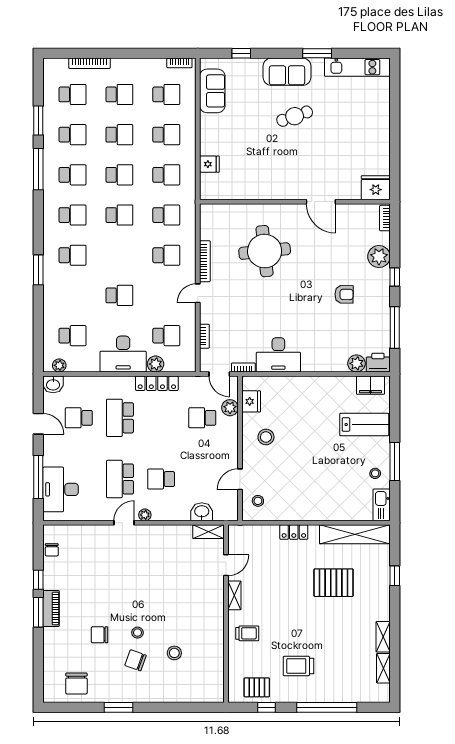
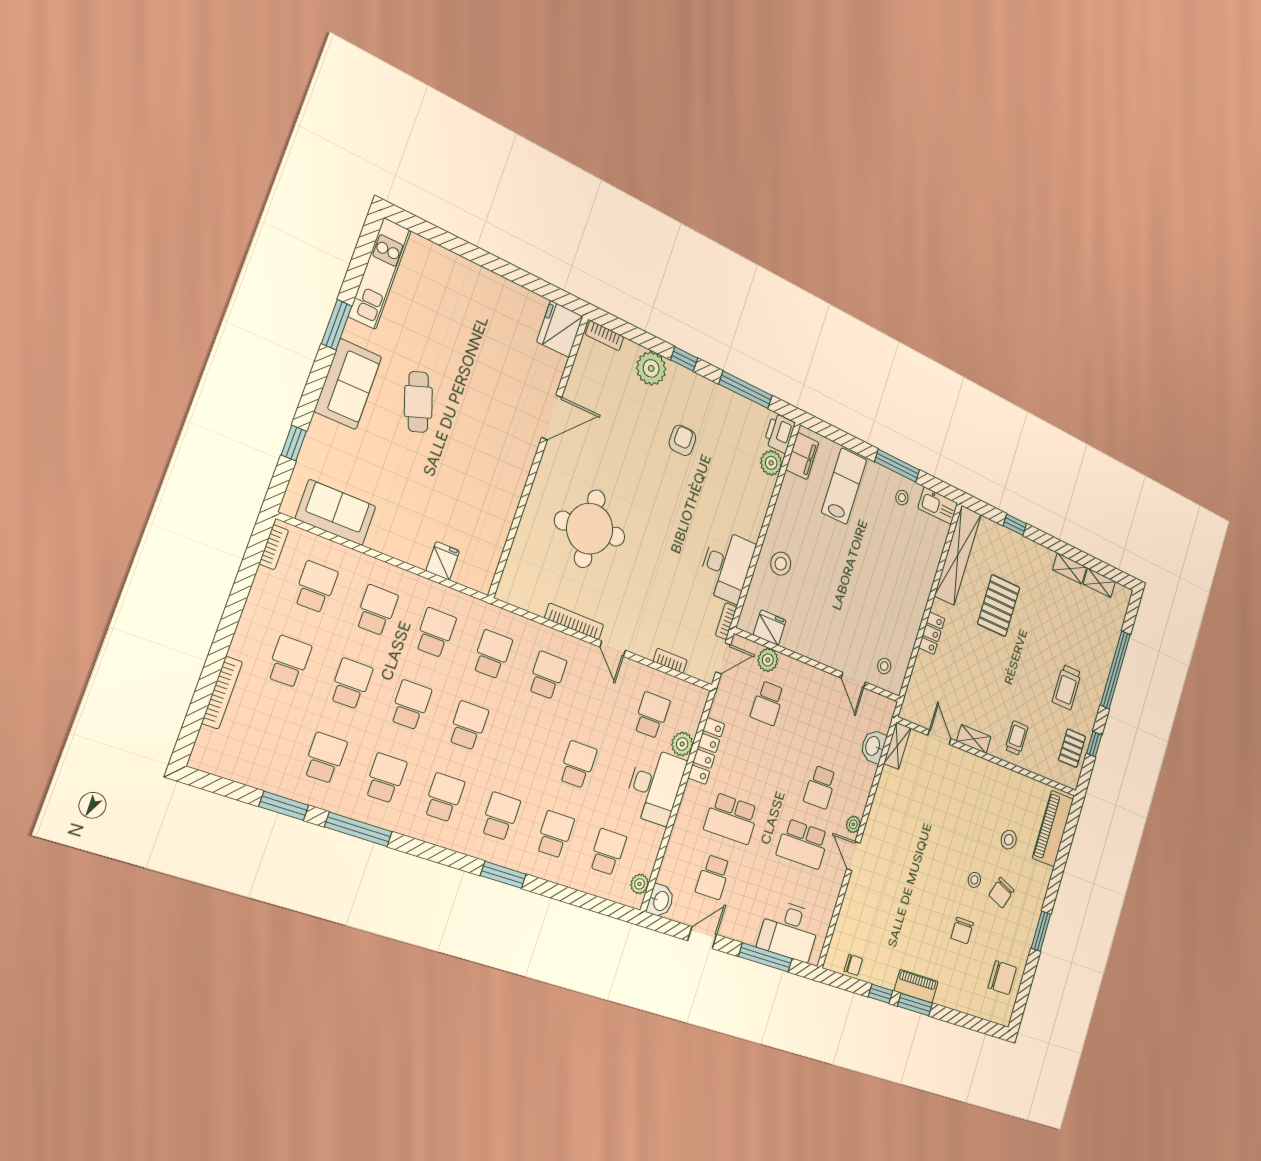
school desk: (73, 94) -> (555, 834), moved
stool: (266, 437) -> (781, 564), moved
piano: (194, 691) -> (1053, 828), added

